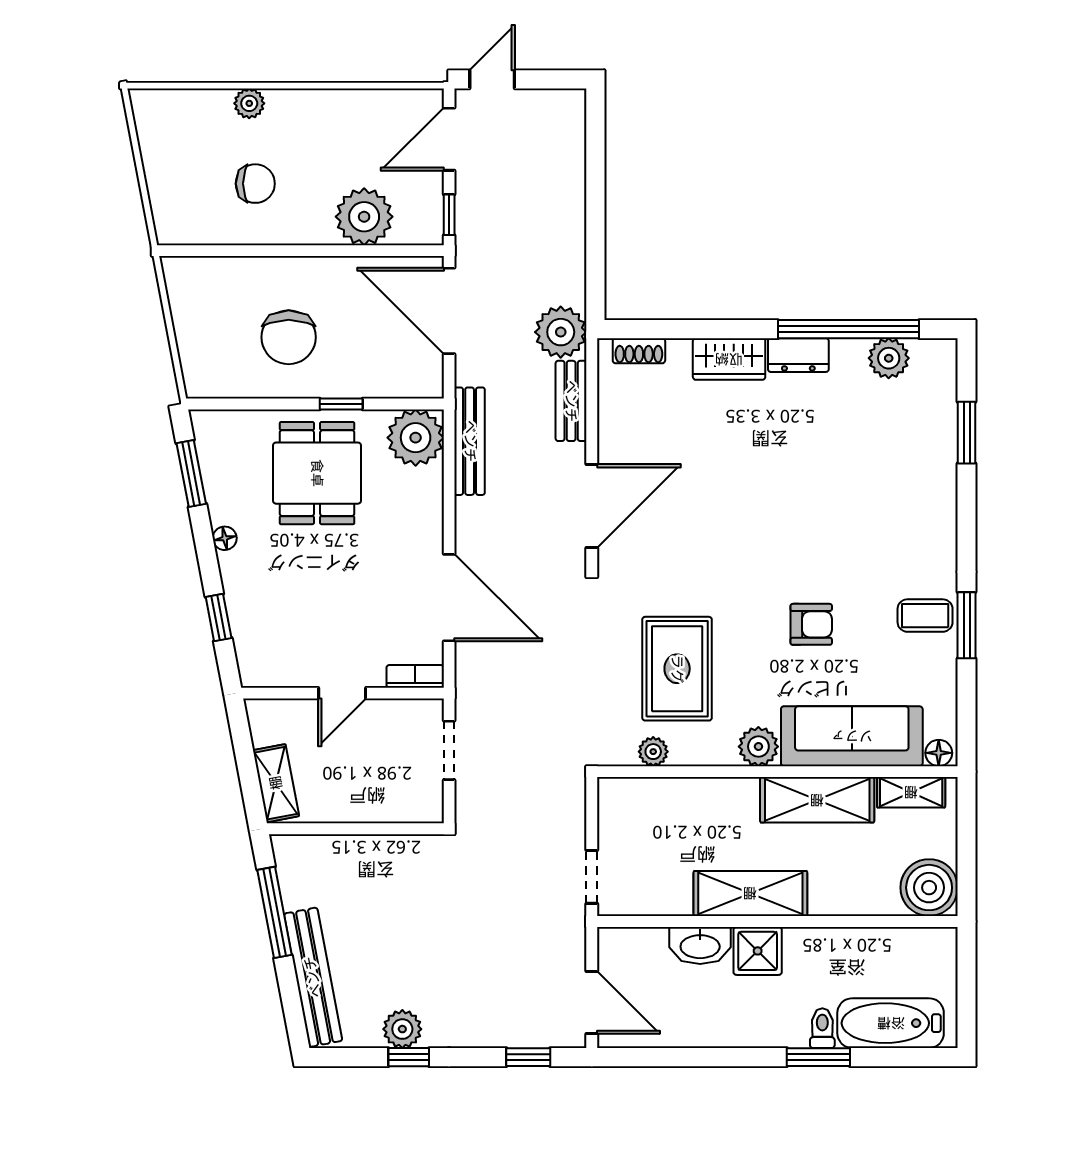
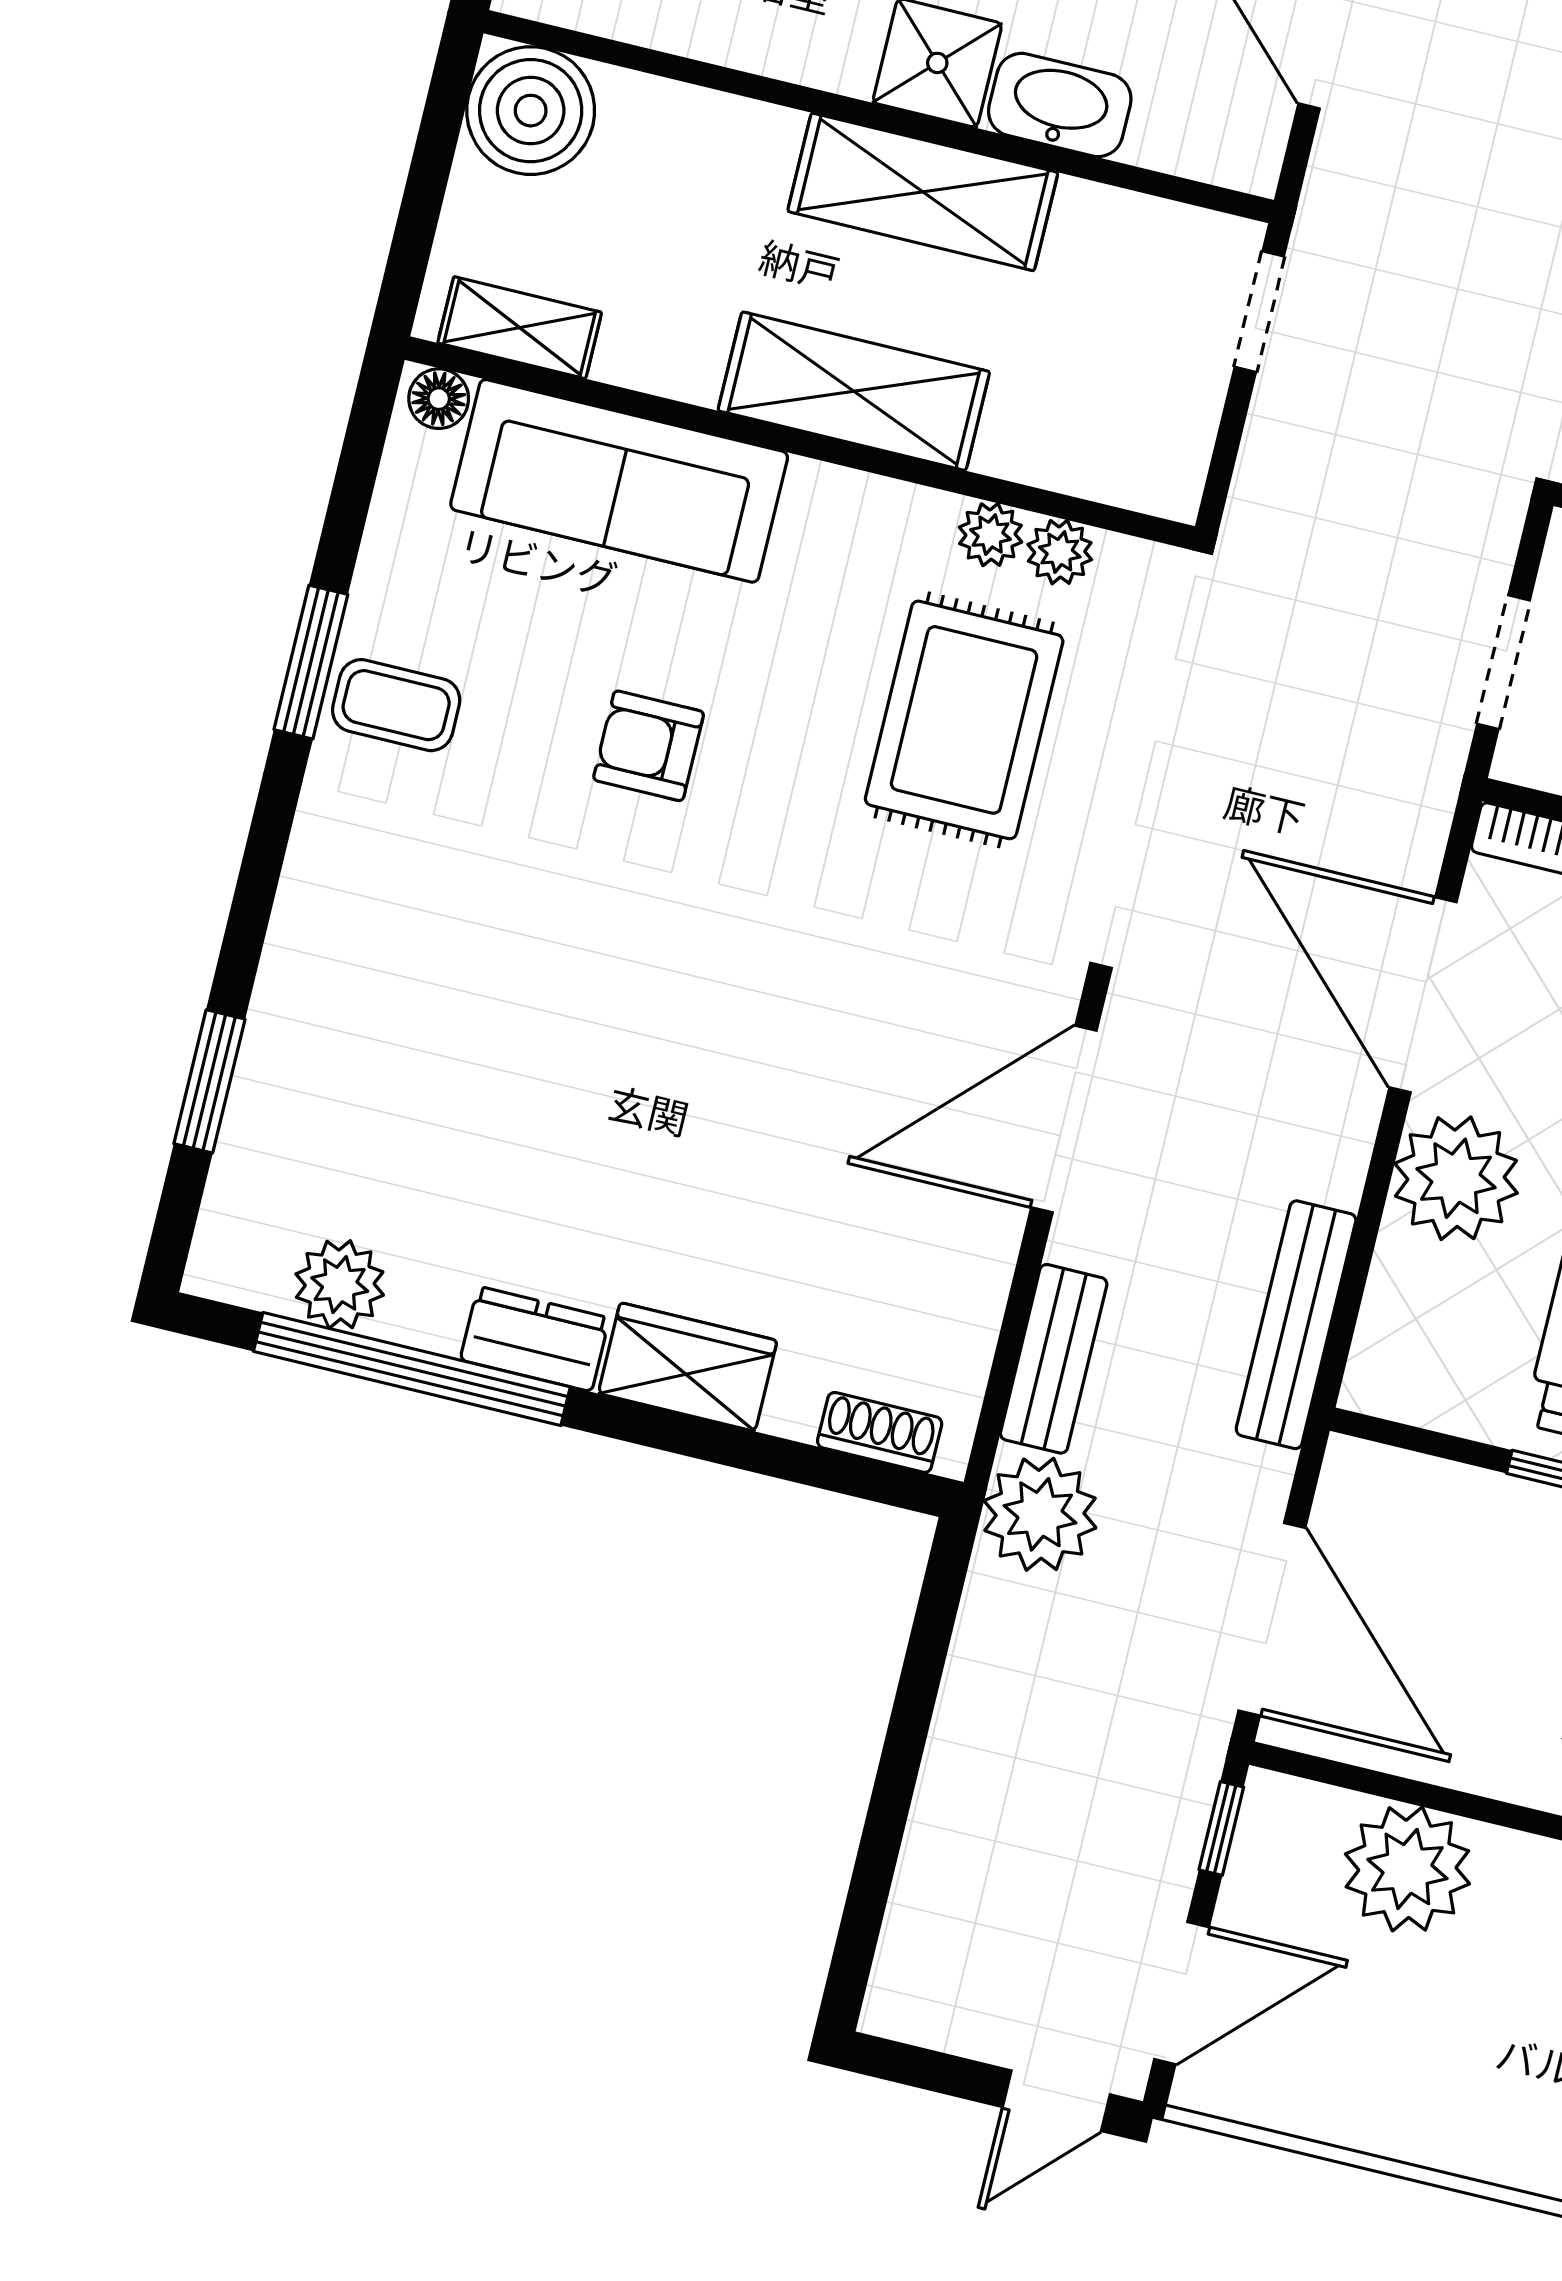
plant: (416, 438) -> (1456, 1178), moved
plant: (758, 747) -> (991, 535), moved, width x0.73, depth x0.73
shelving: (817, 800) -> (854, 391), moved

